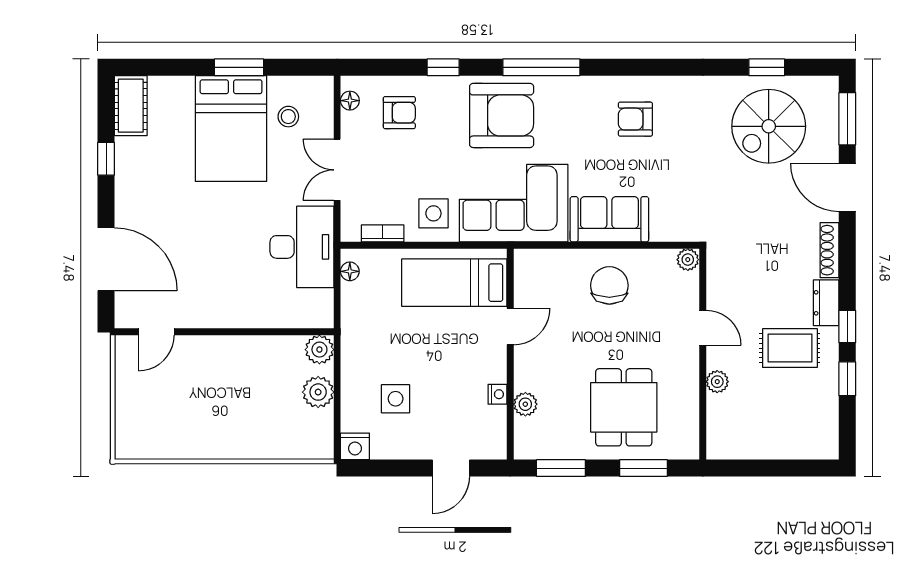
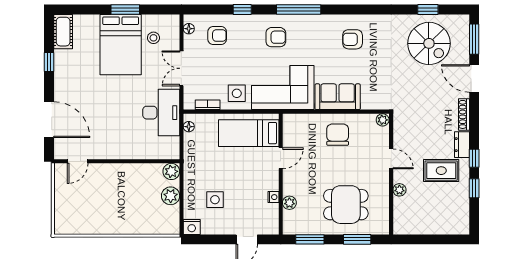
armchair: (502, 115) -> (276, 37), width x0.53, depth x0.53
spiral stairs: (769, 126) -> (429, 43), turned -90
dining table: (624, 407) -> (346, 205), turned 90

